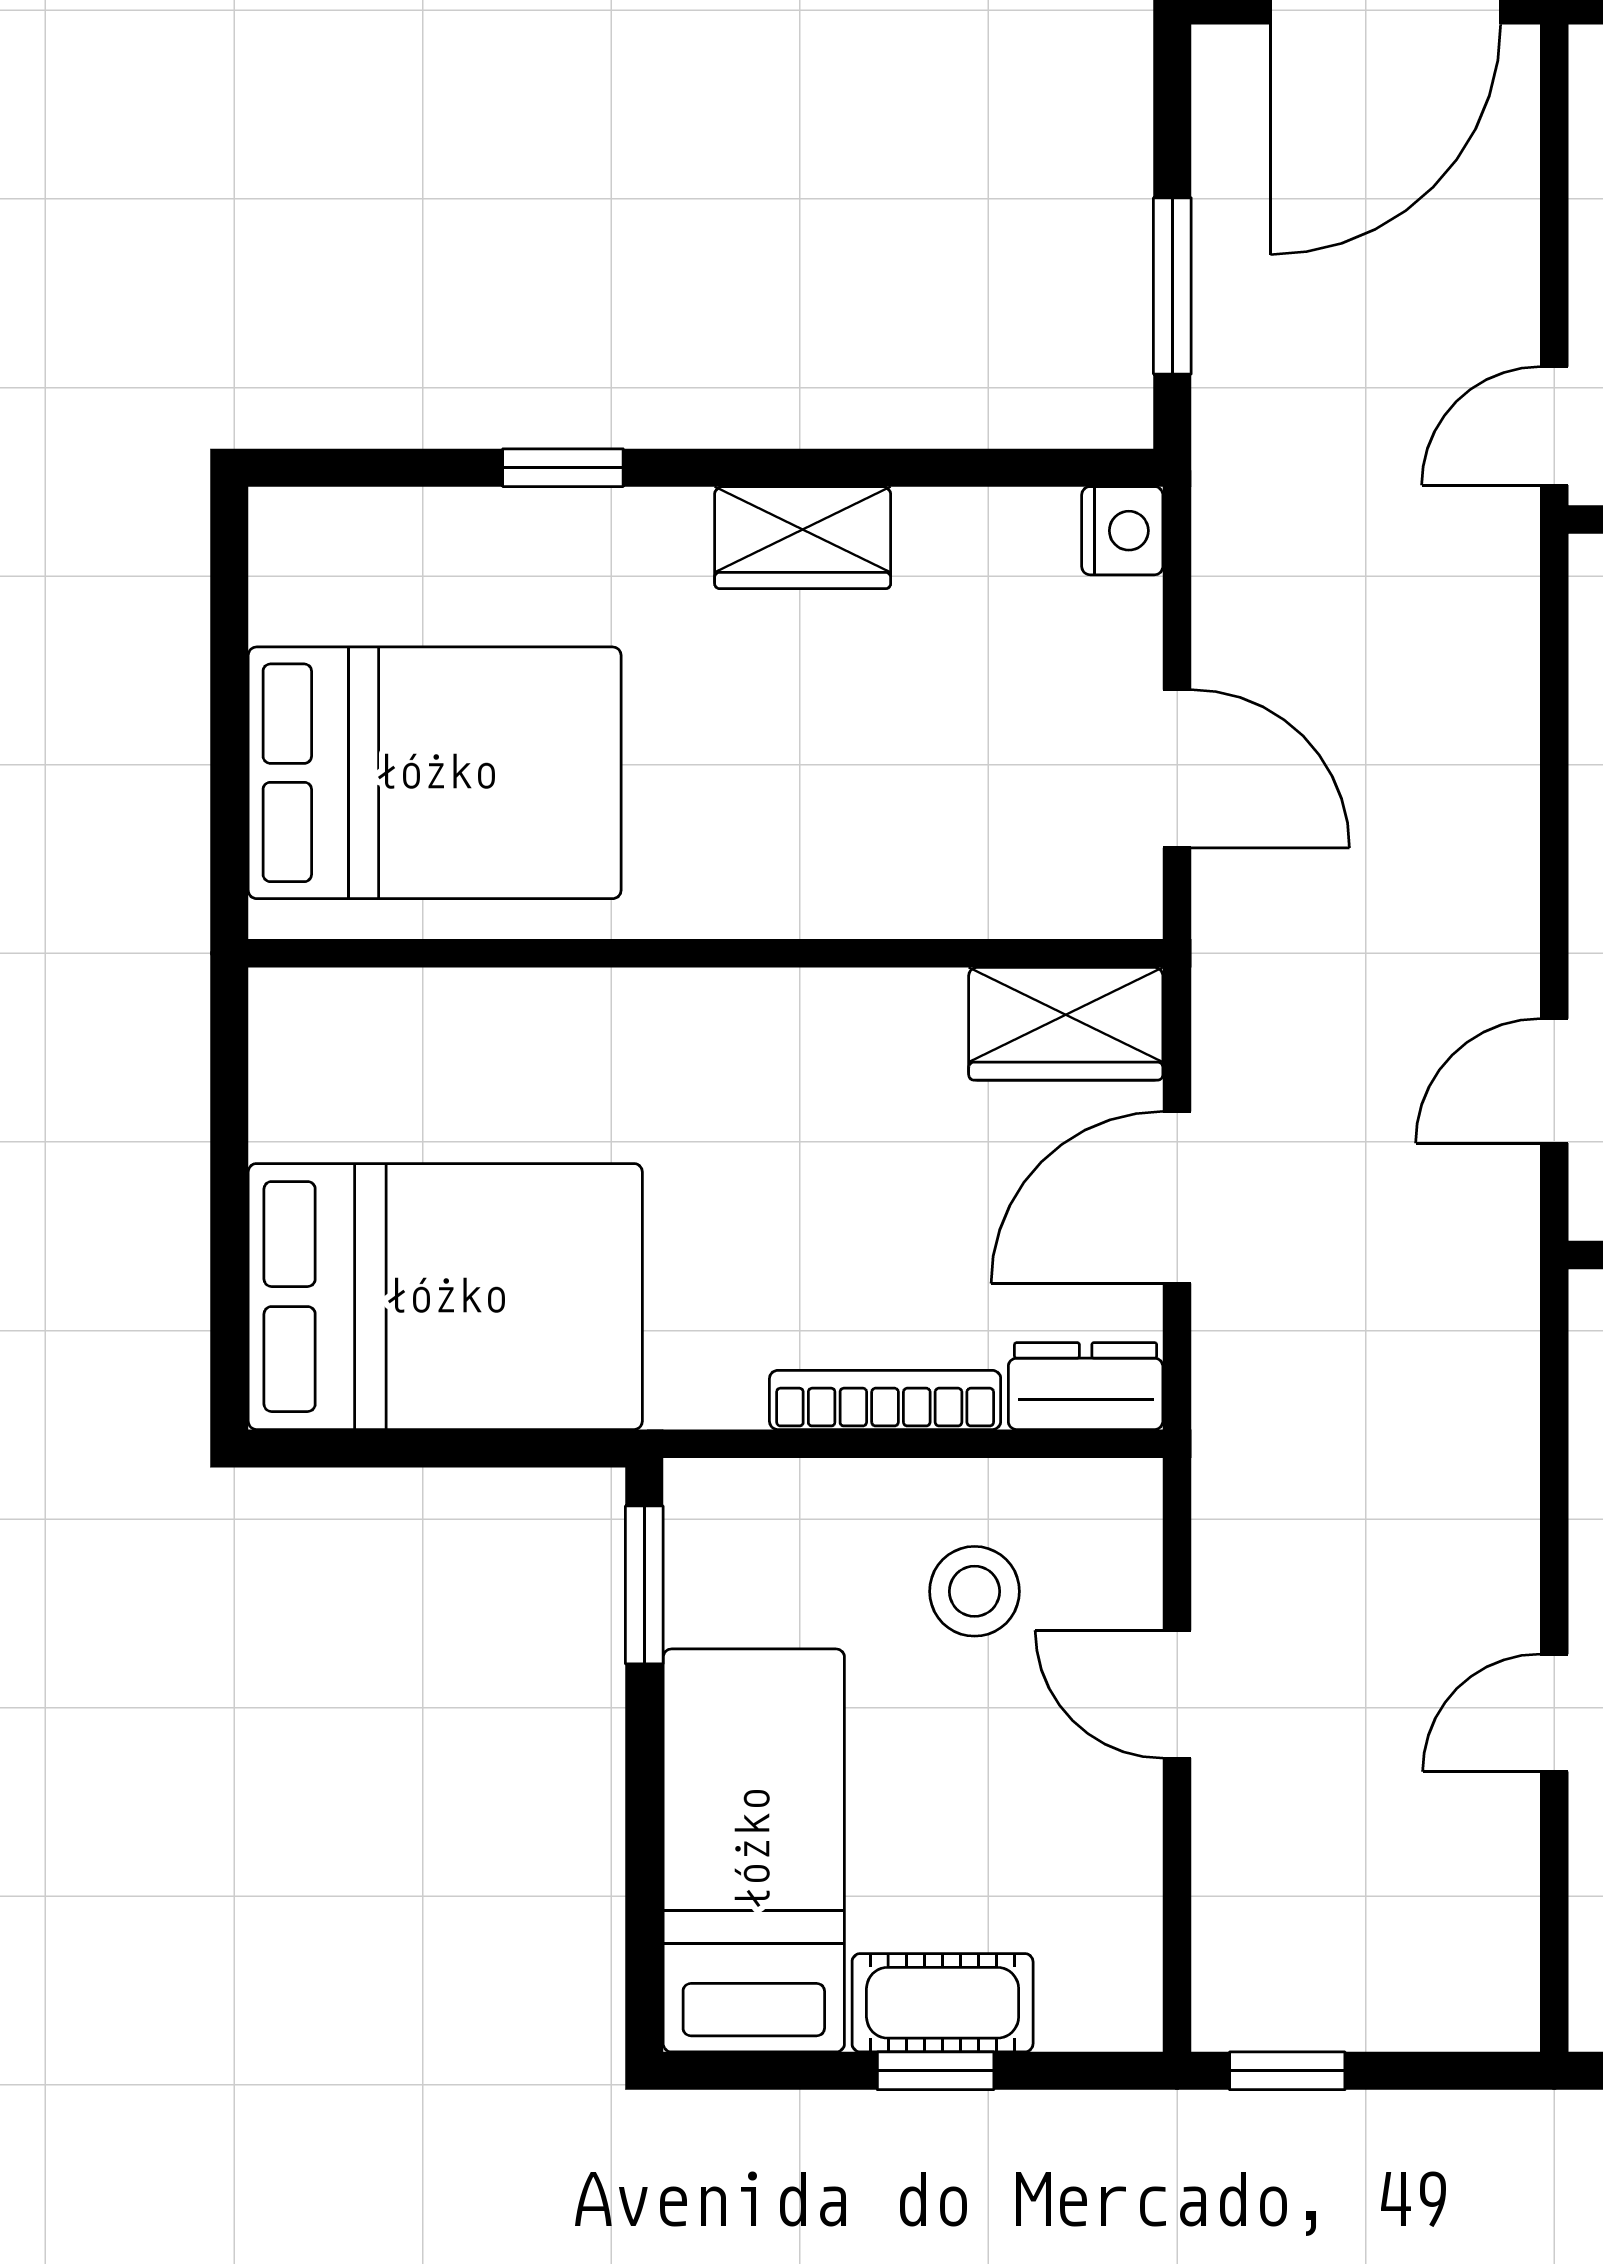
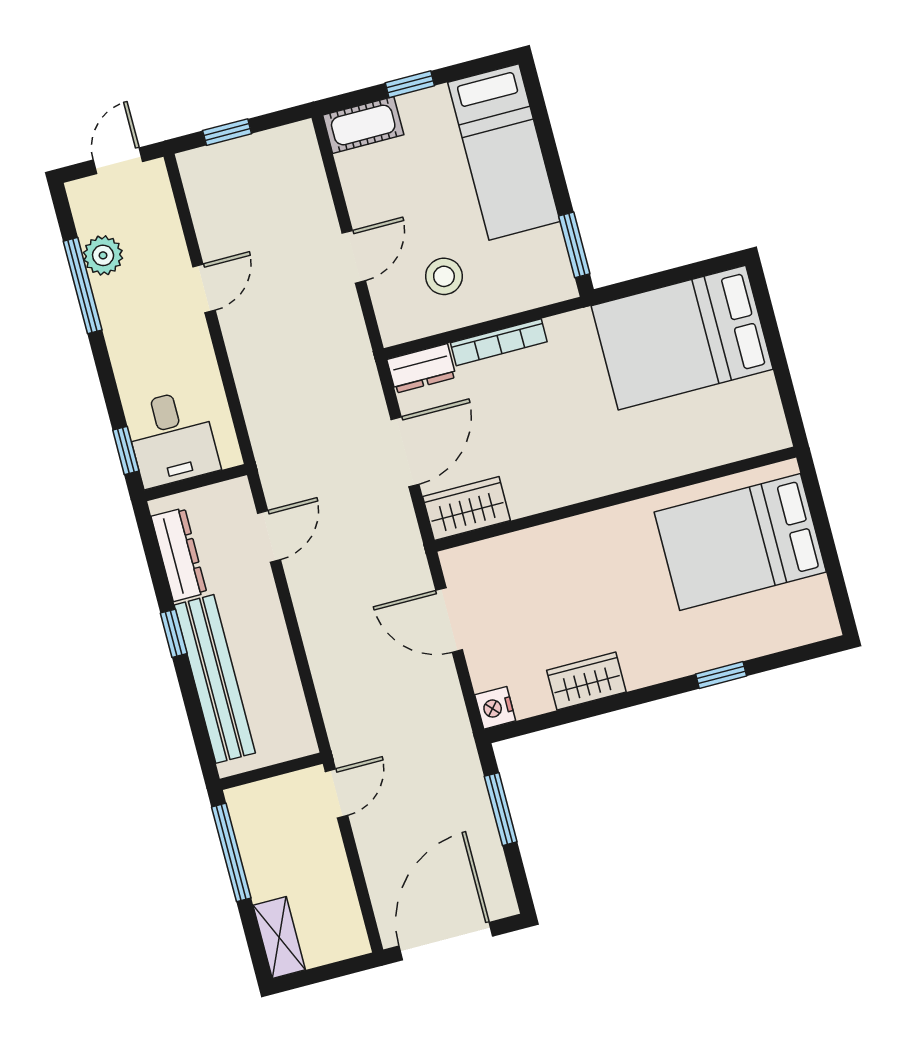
wardrobe: (803, 538) -> (586, 681), moved
door: (1177, 1694) -> (354, 257), hinge flipped
cot: (943, 2003) -> (363, 125), moved
window: (1287, 2071) -> (227, 132), moved

